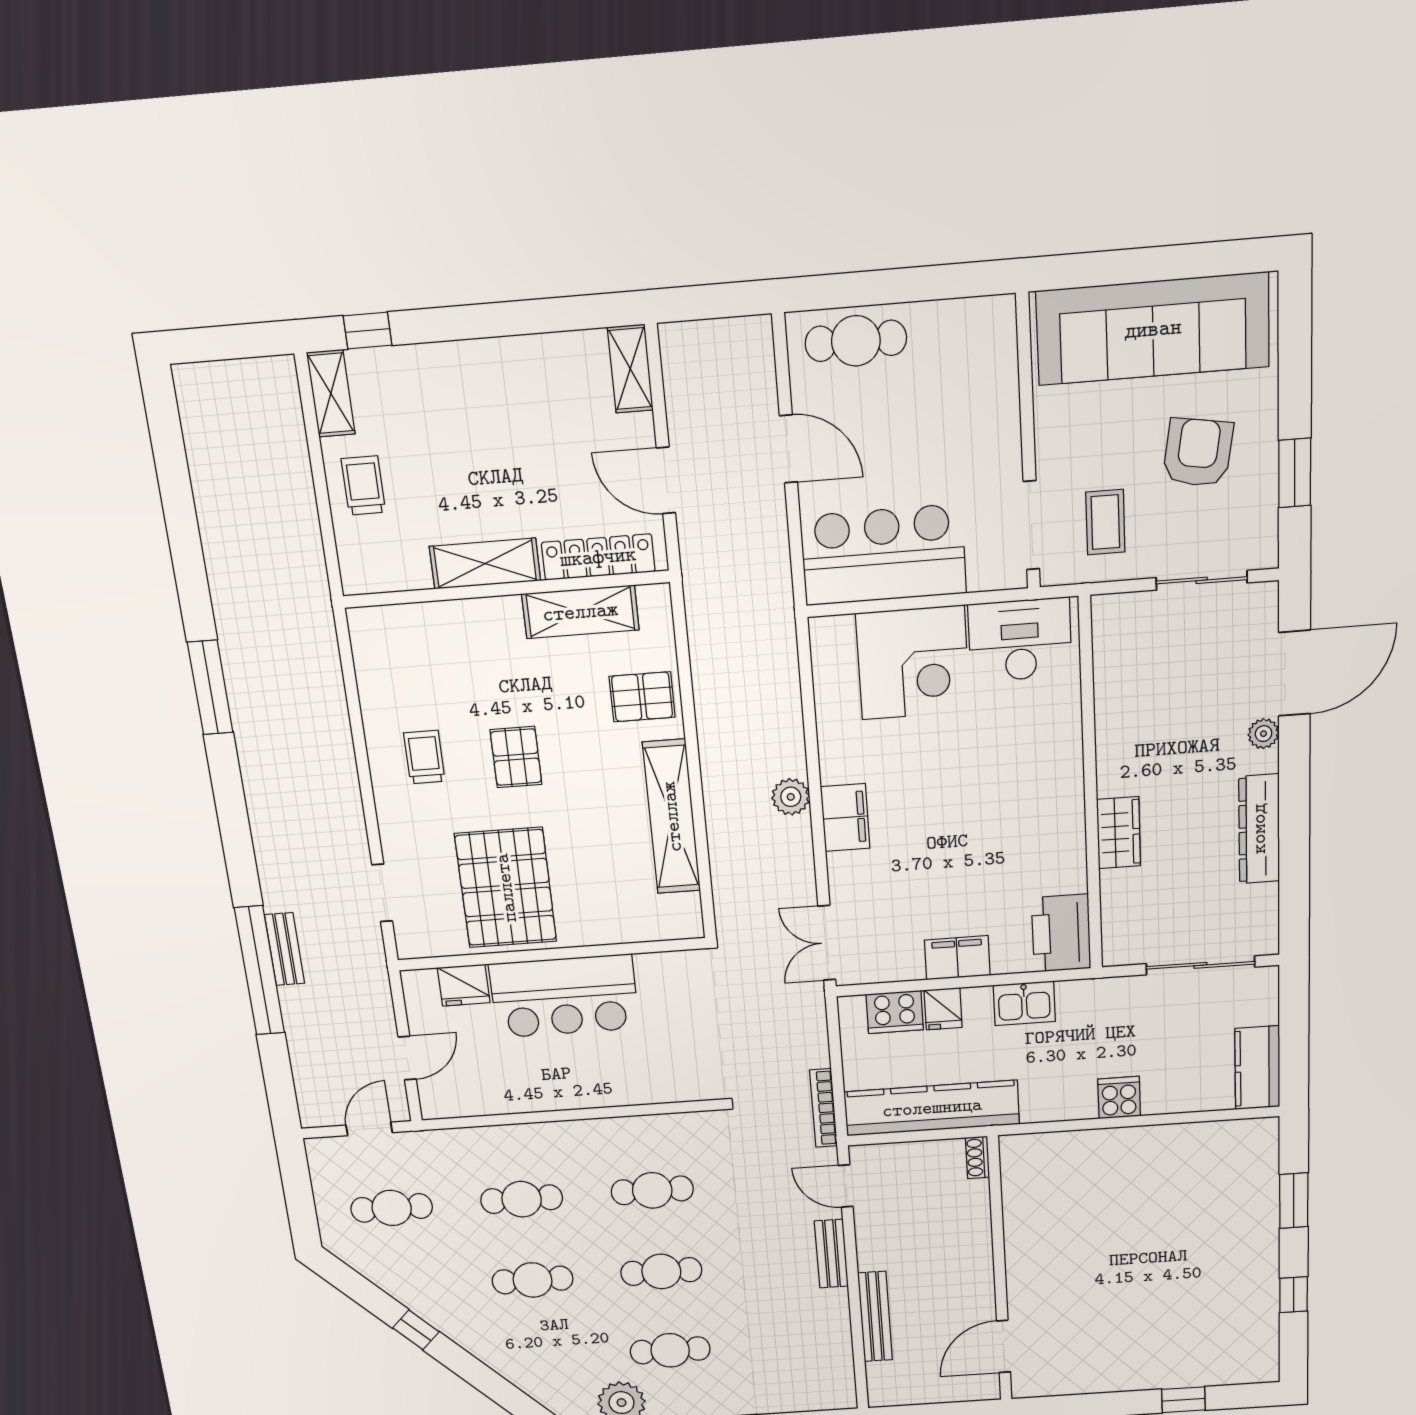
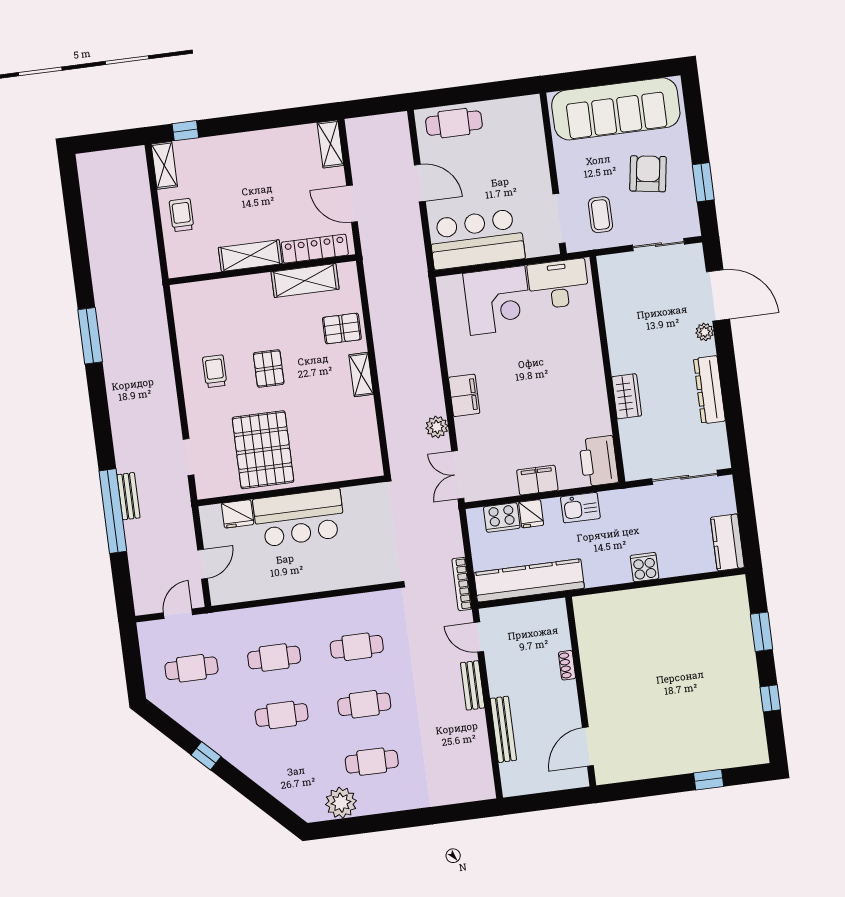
door: (1294, 673) -> (718, 295), hinge flipped
plant: (791, 797) -> (437, 427), moved
shelving: (672, 817) -> (361, 375), width x0.45, depth x0.75
shoe rack: (977, 1157) -> (567, 665), moved

